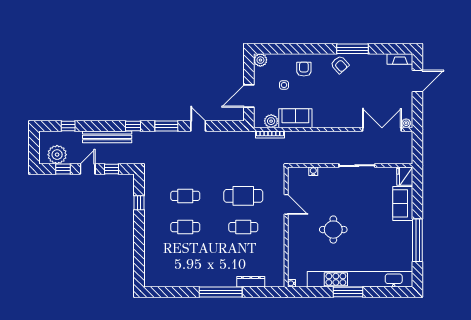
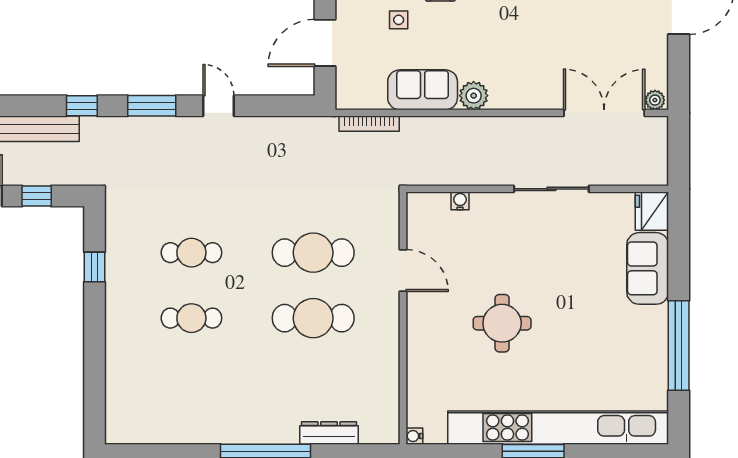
plant: (271, 121) -> (474, 96), moved
cafe table: (243, 227) -> (313, 318), width x1.37, depth x1.35

